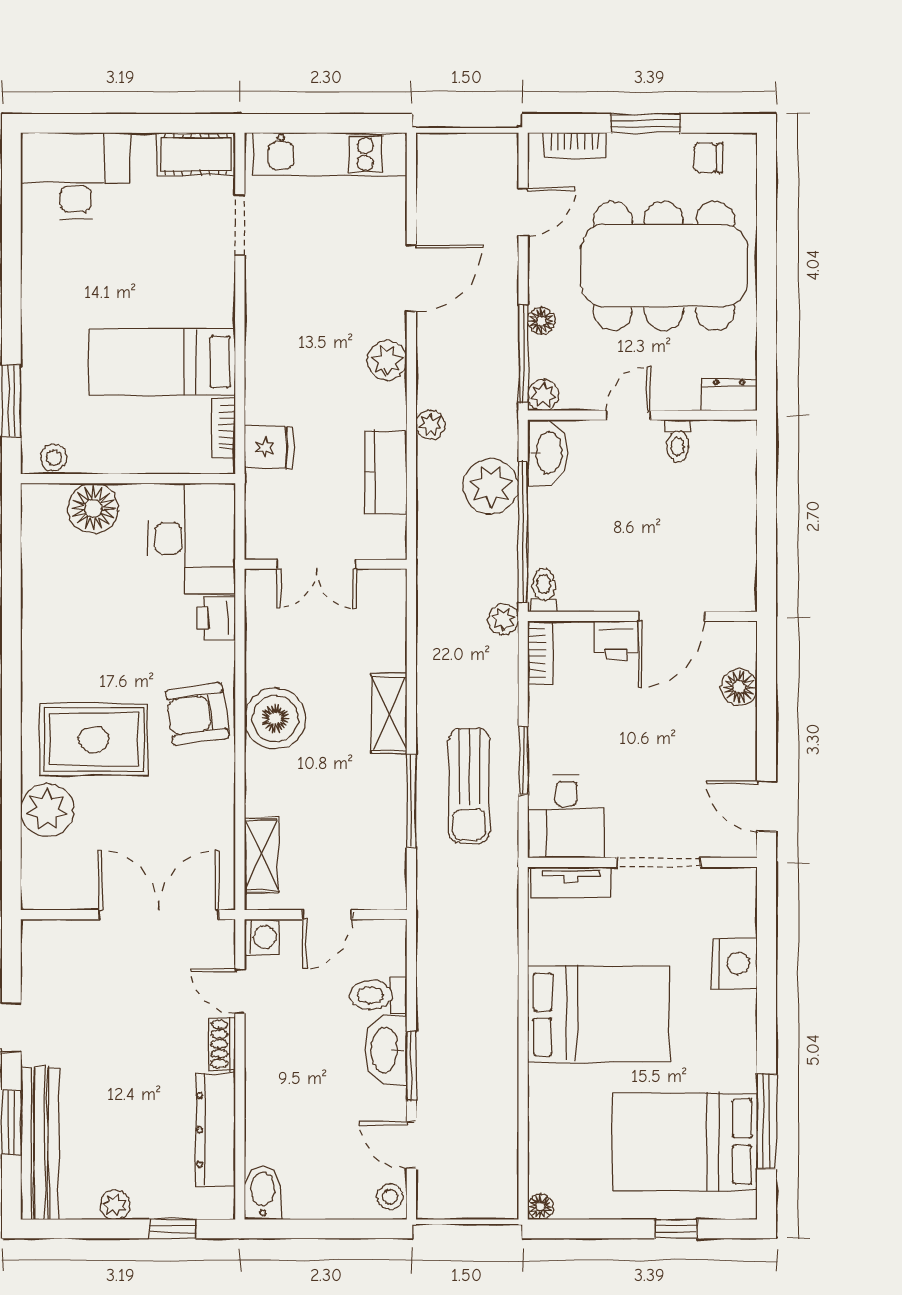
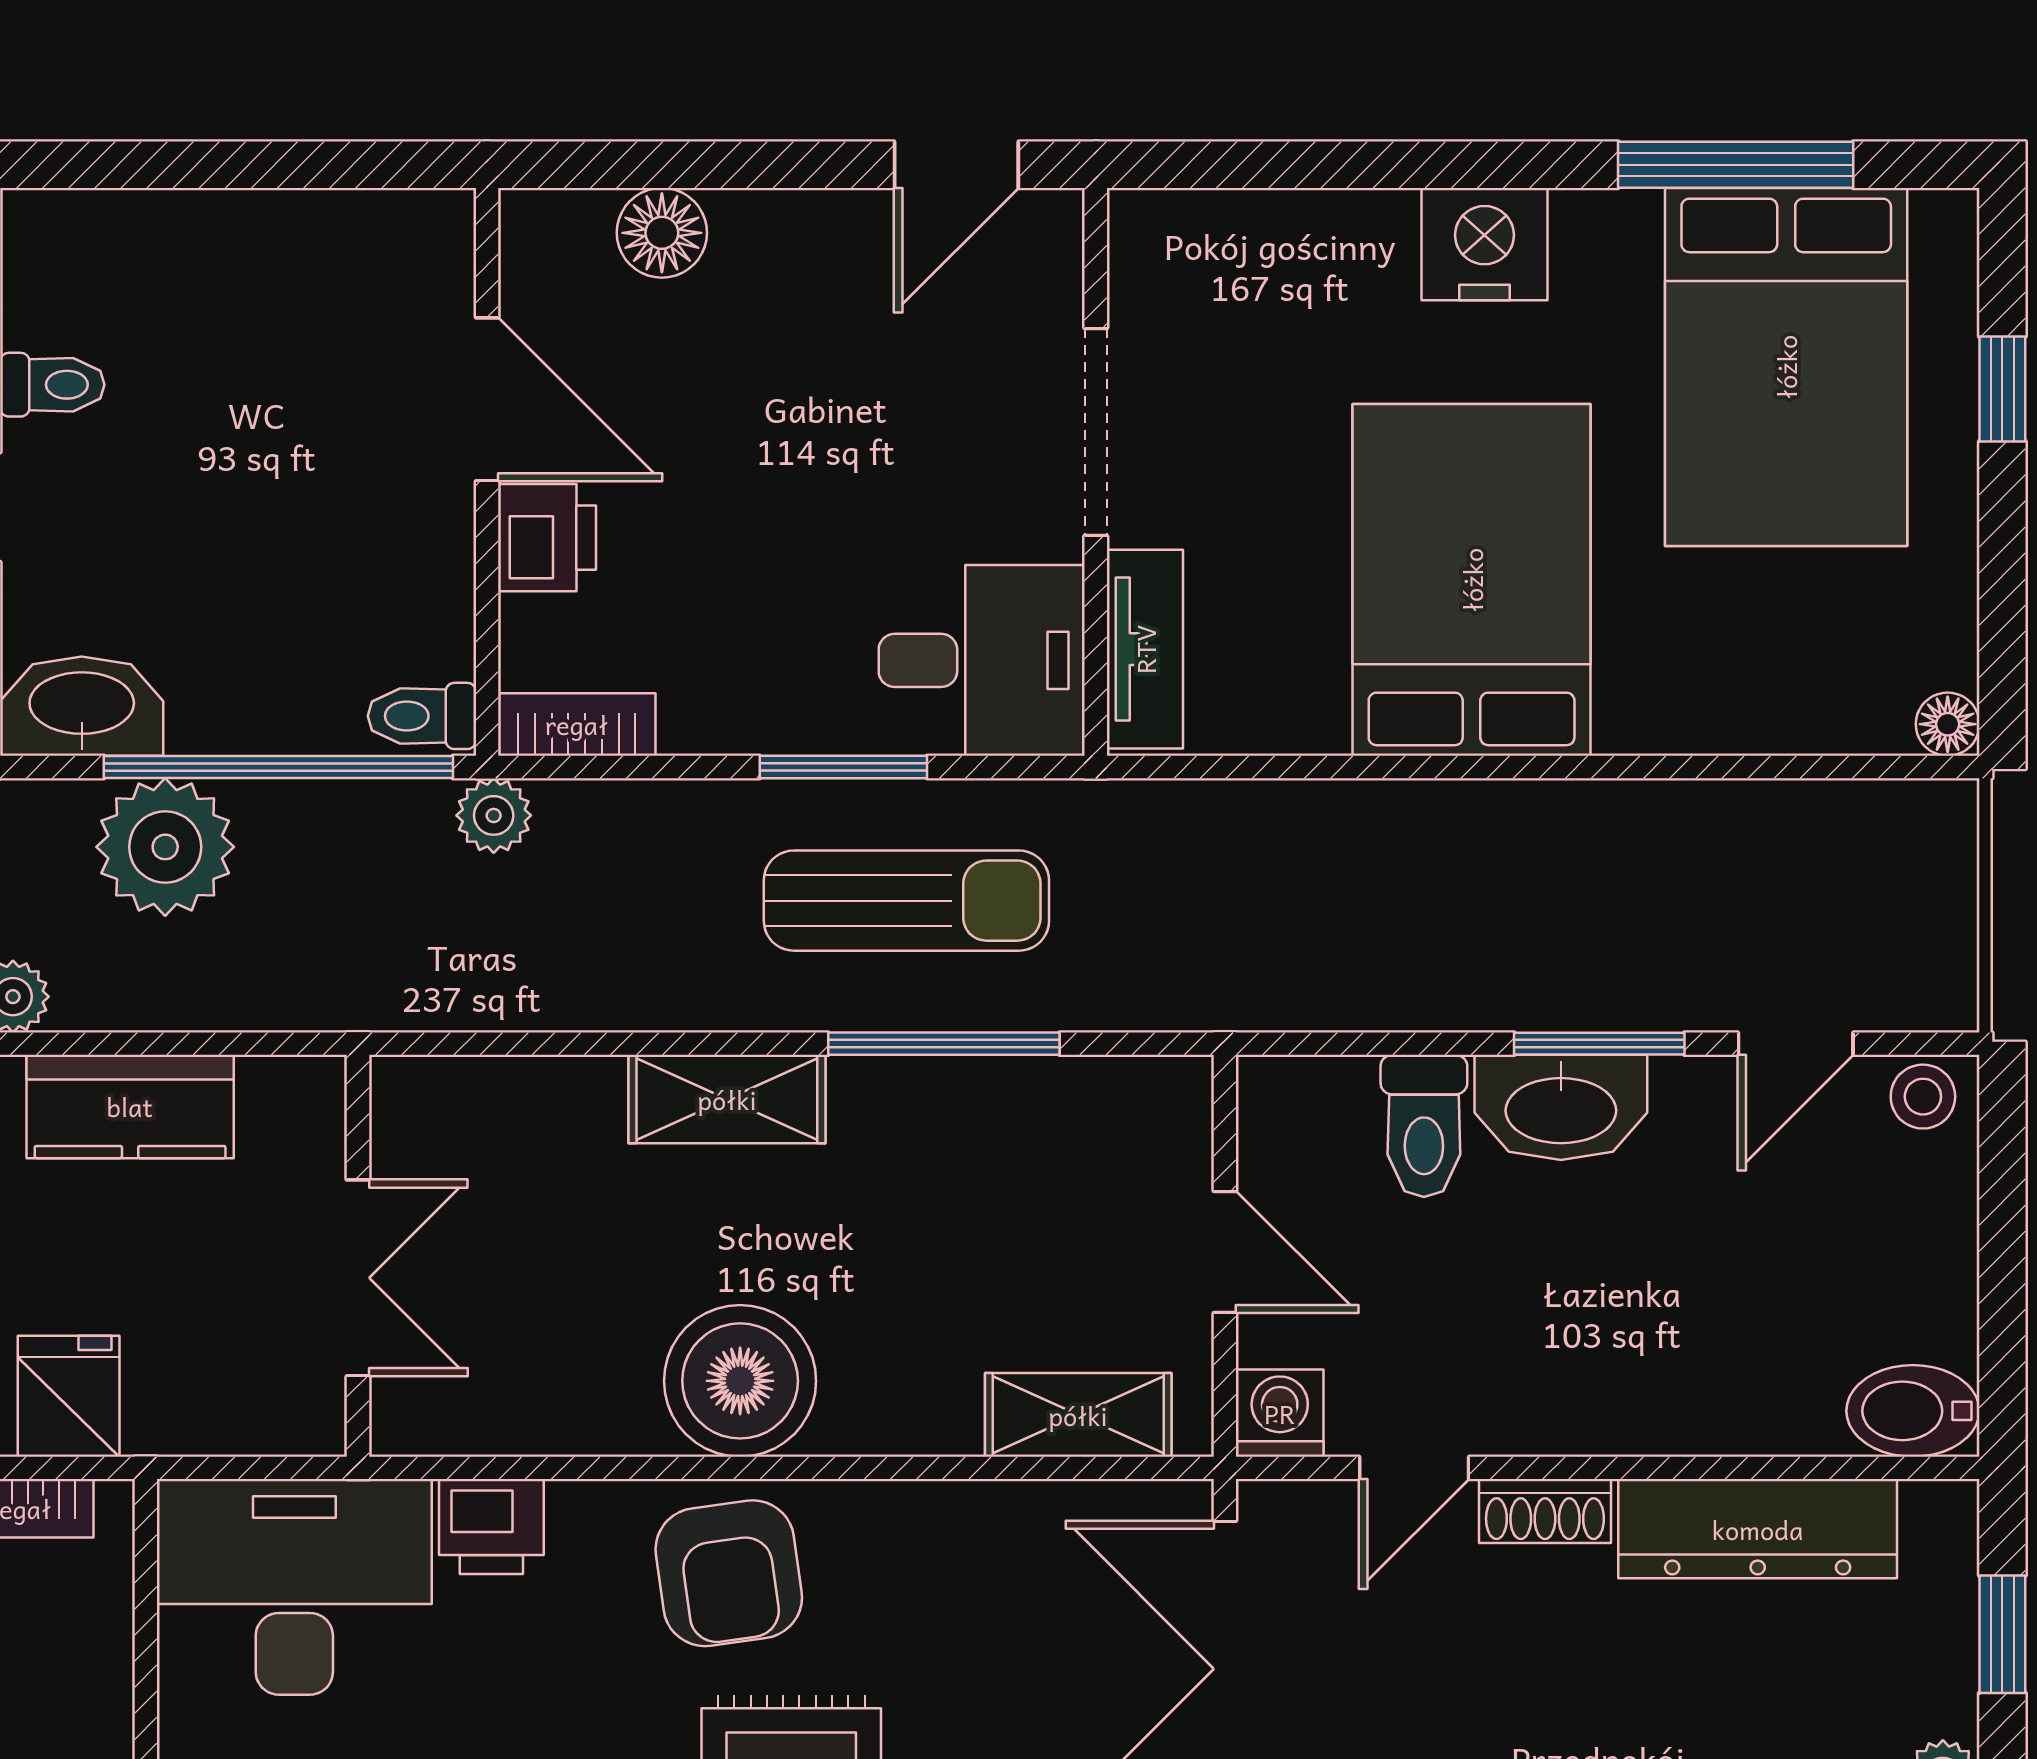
nightstand: (734, 963) -> (1485, 244), moved

